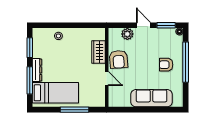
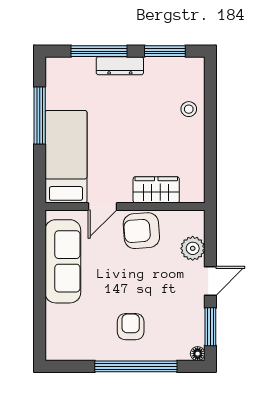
bed: (55, 93) -> (66, 157), moved, turned 180
sofa: (152, 98) -> (63, 261), moved
window: (75, 110) -> (40, 116), moved

